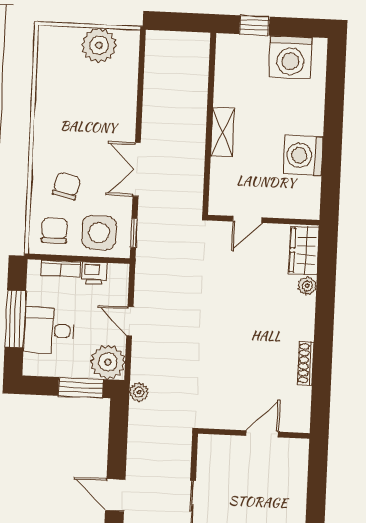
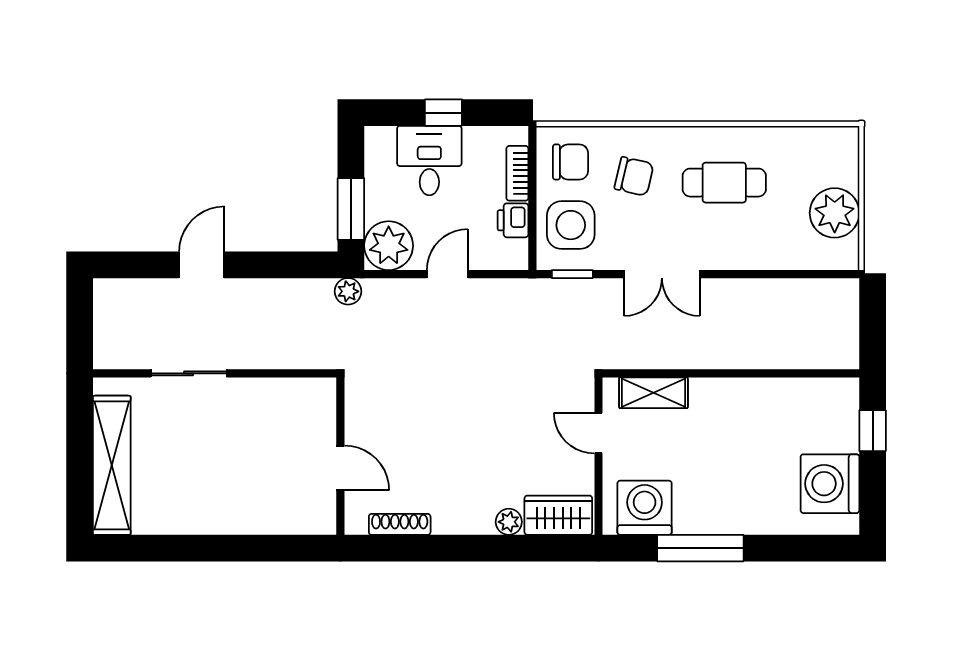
cafe table: (74, 122) -> (724, 183), added
shelving: (223, 132) -> (653, 393), moved
window: (332, 151) -> (700, 548), added
washing machine: (303, 155) -> (645, 508), moved
double door: (137, 169) -> (662, 274), swing flipped
window: (15, 319) -> (443, 113), width x0.46
wall: (254, 433) -> (340, 456), moved
door: (262, 434) -> (340, 468), moved

